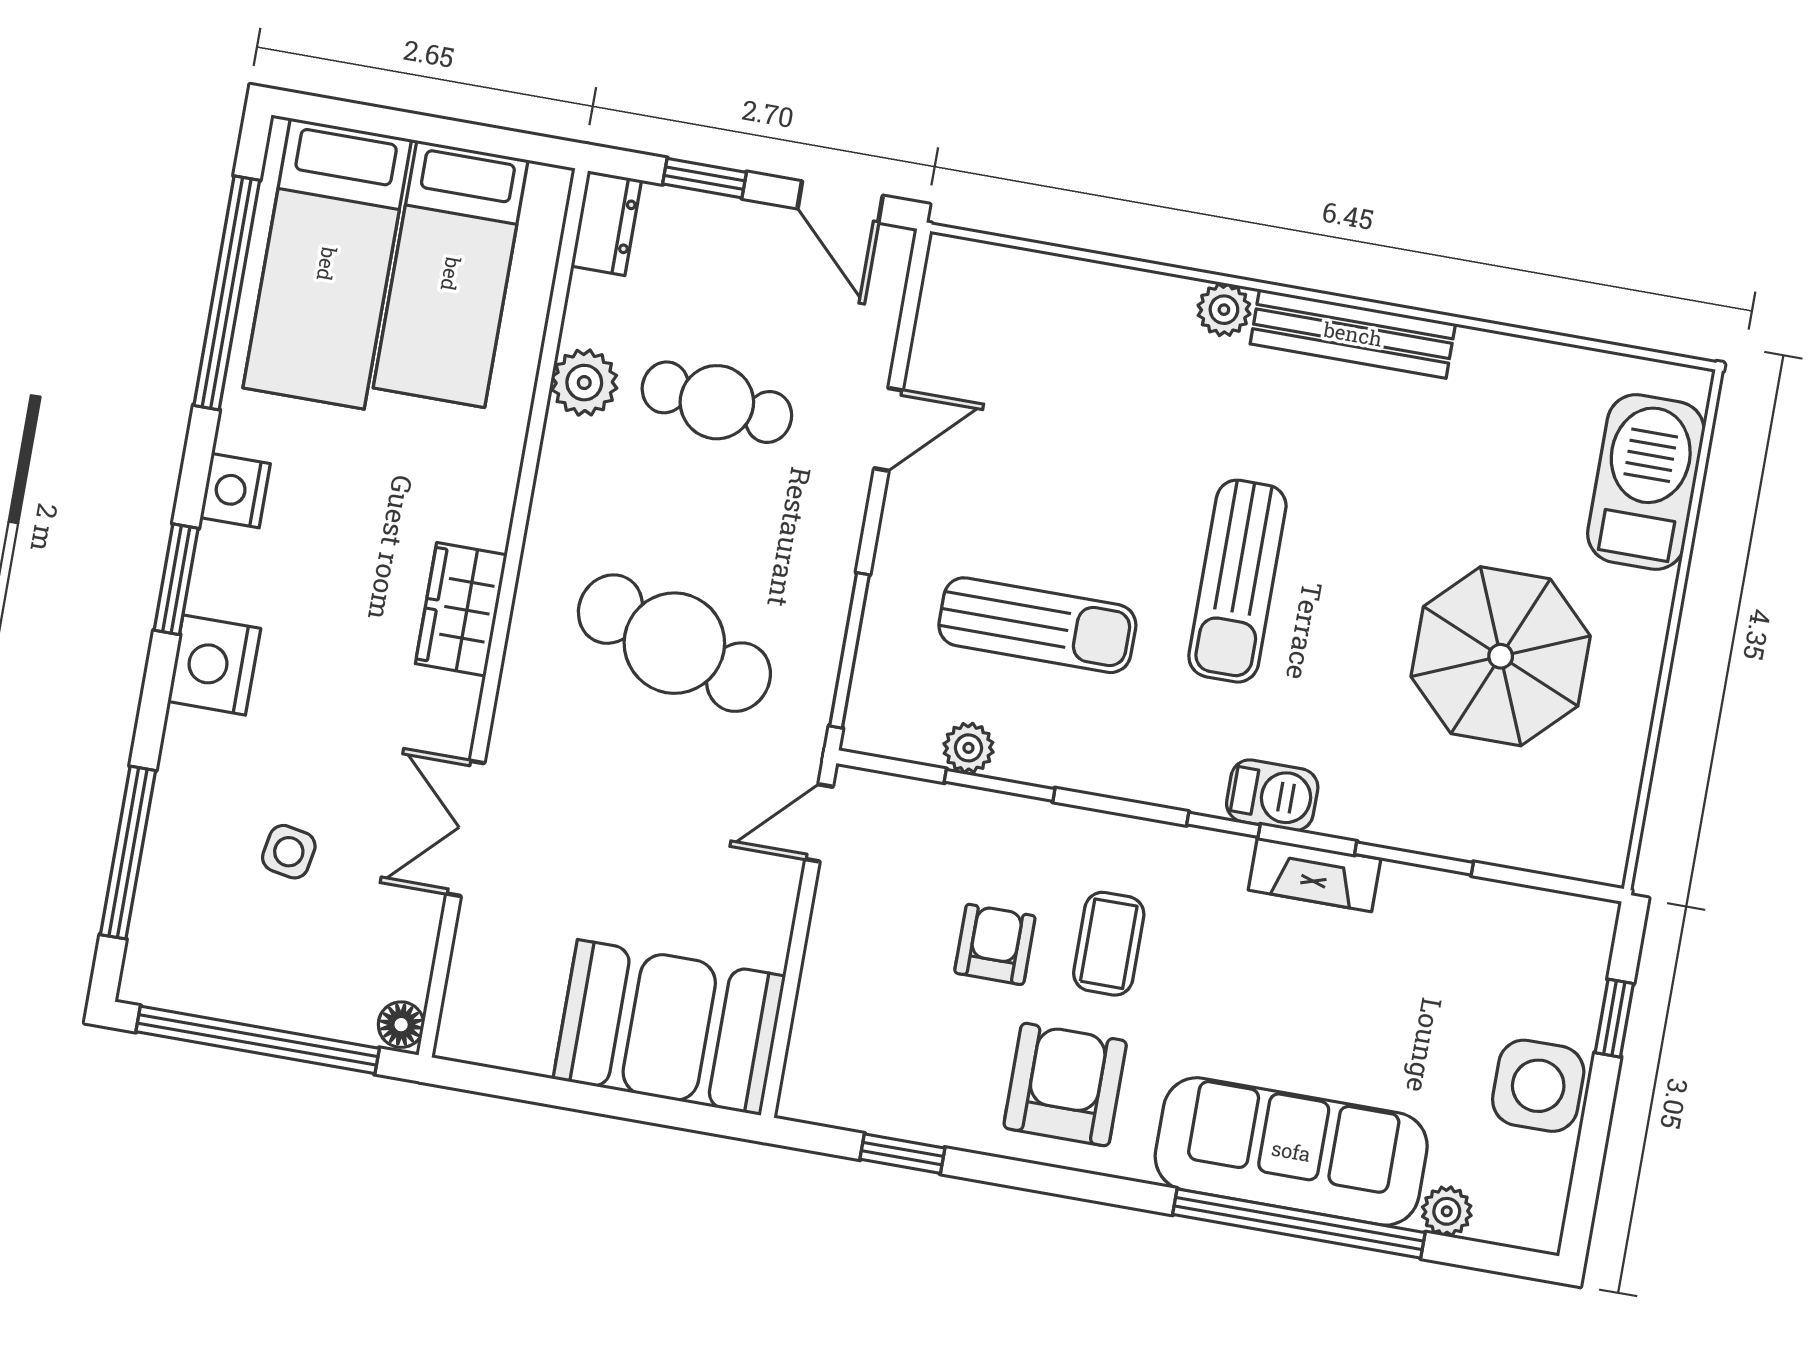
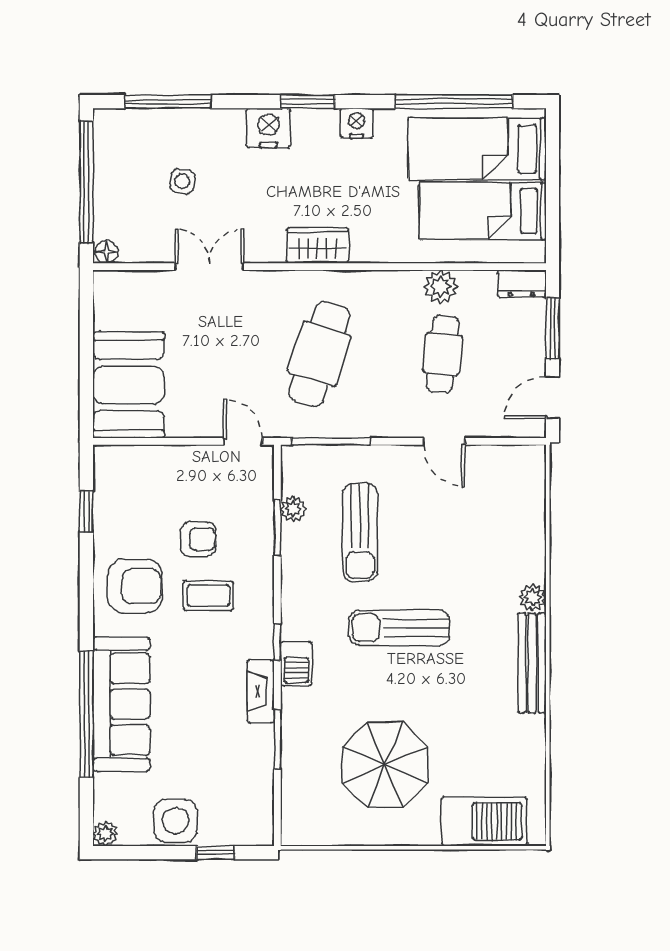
window: (705, 178) -> (553, 328), width x1.50
plant: (1447, 1211) -> (105, 834), moved

